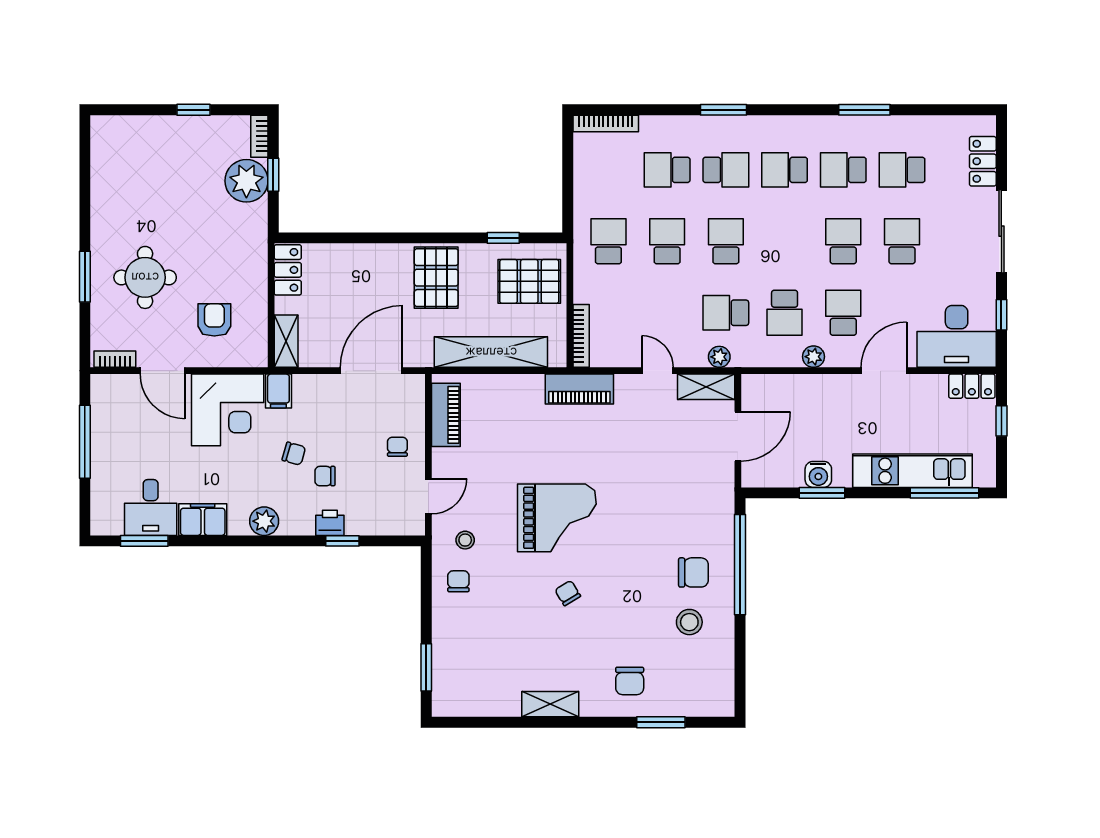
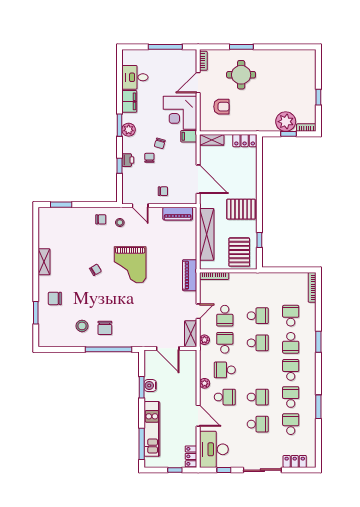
school desk: (608, 241) -> (225, 316), moved, turned 90
window: (144, 541) -> (119, 125), moved

